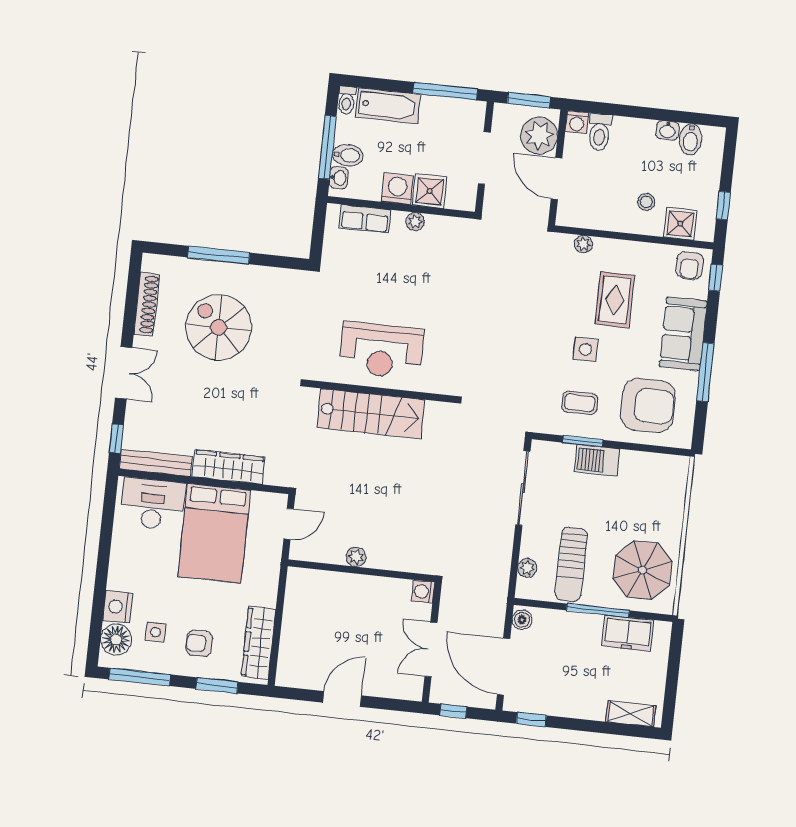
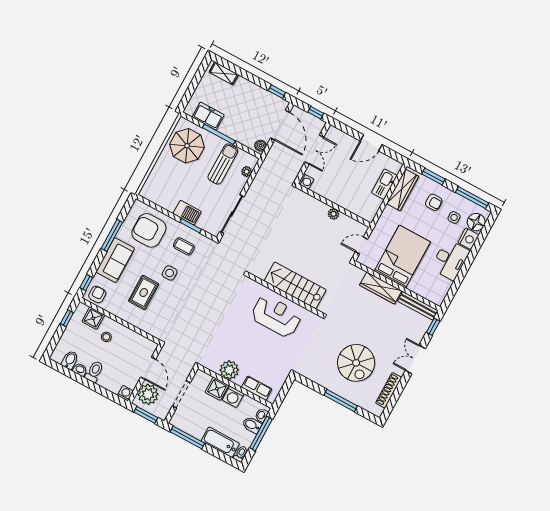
toilet: (600, 132) -> (94, 372), moved
plant: (415, 222) -> (229, 370), width x1.88, depth x1.88
plant: (583, 244) -> (148, 328), removed
desk: (153, 504) -> (450, 260), moved, turned -90
kitchen sink: (293, 640) -> (384, 184), added

